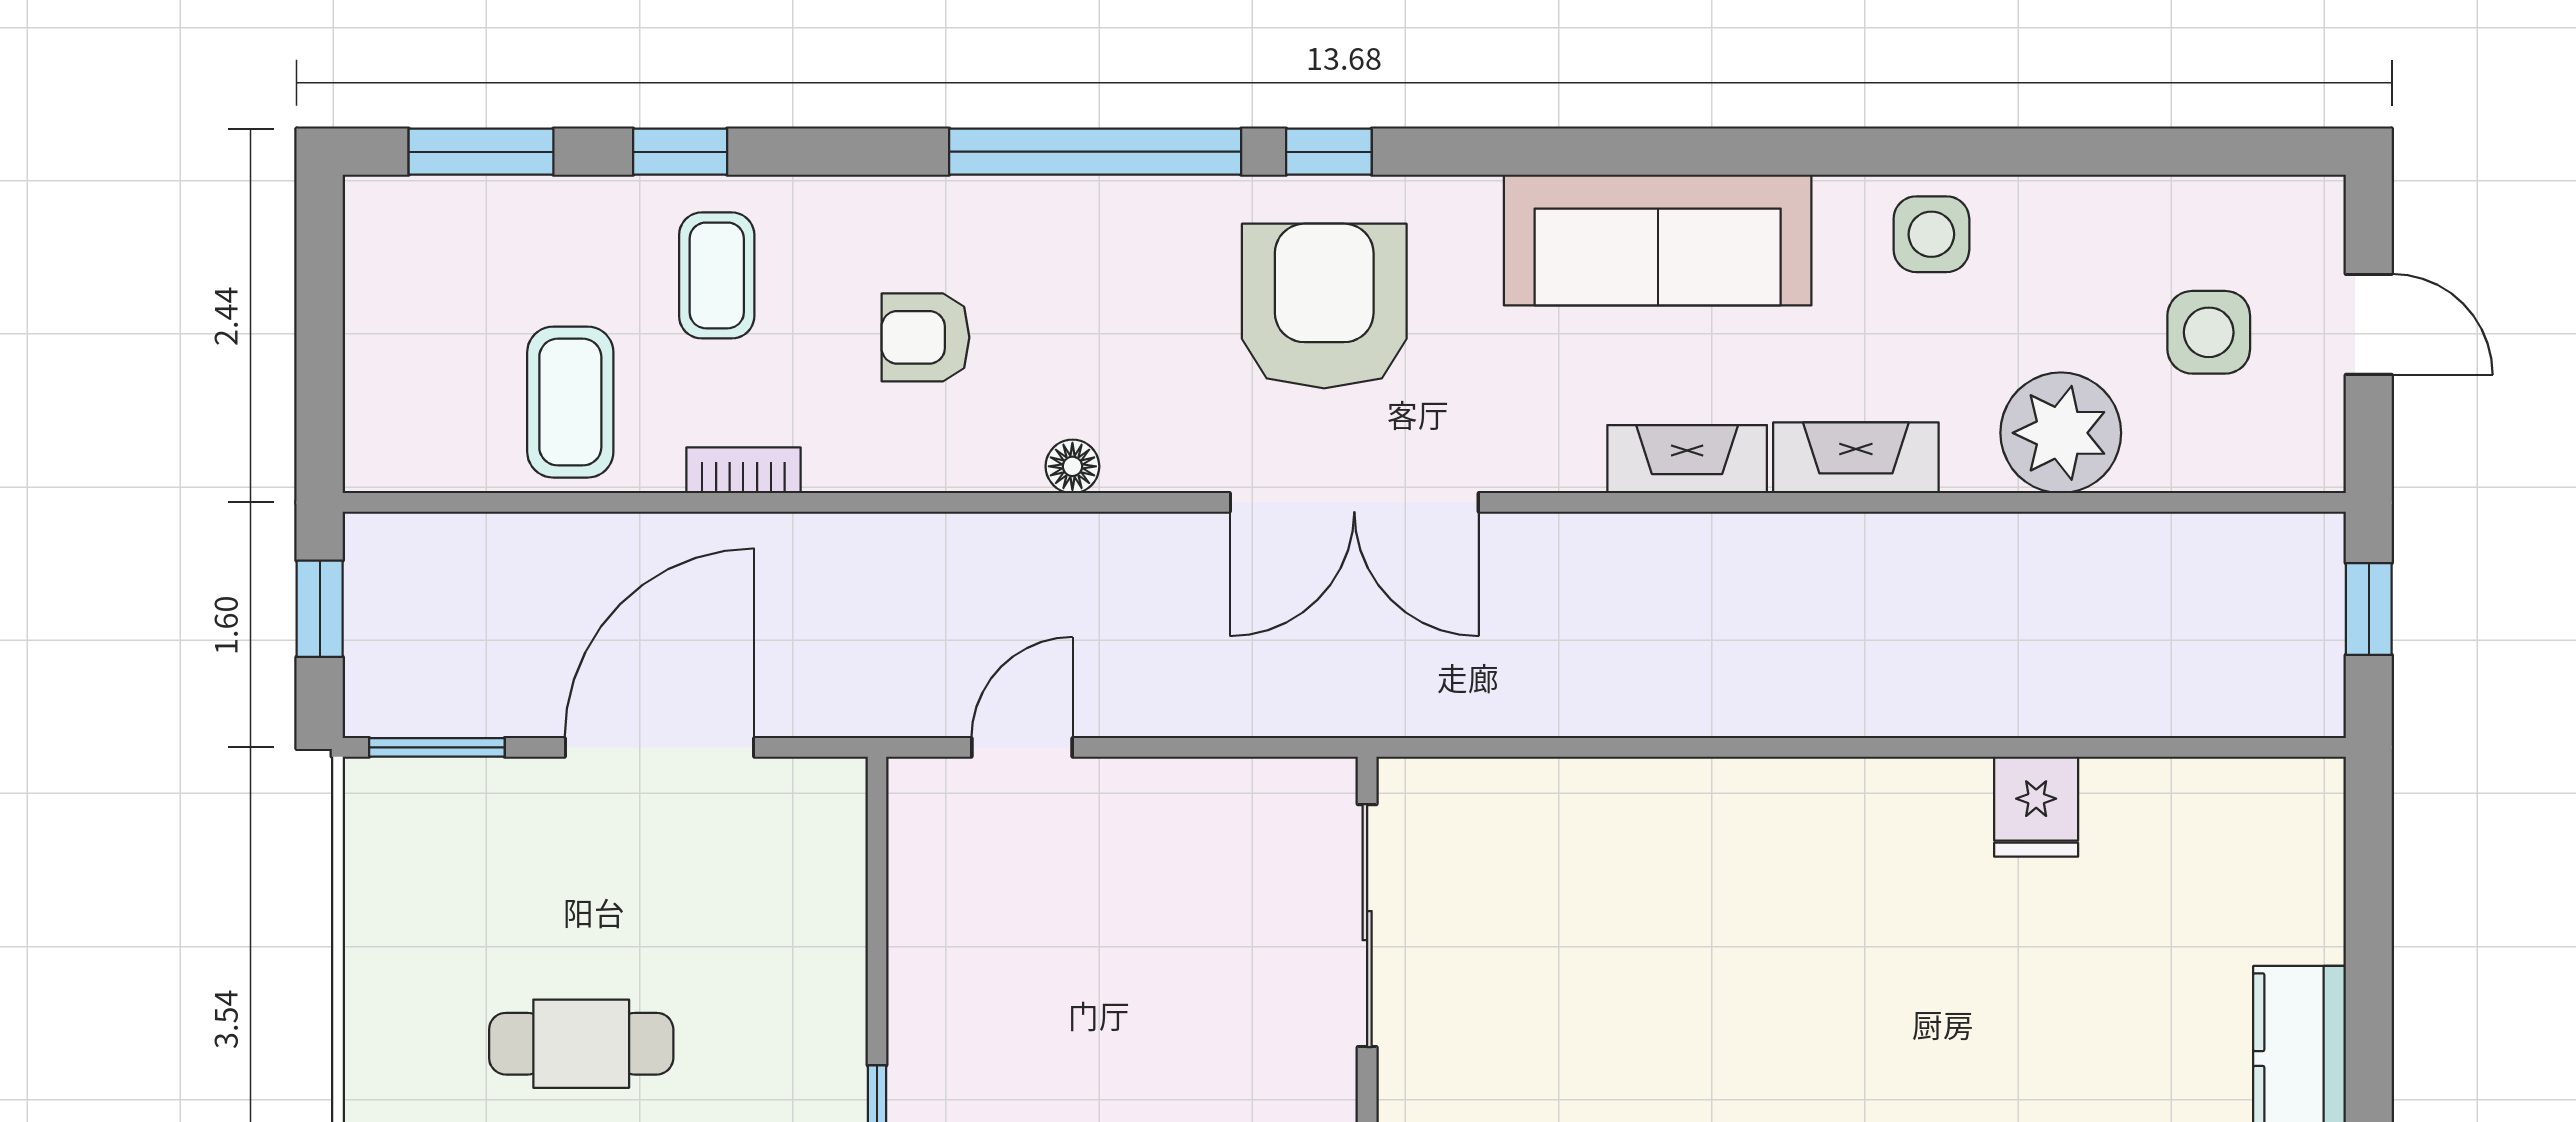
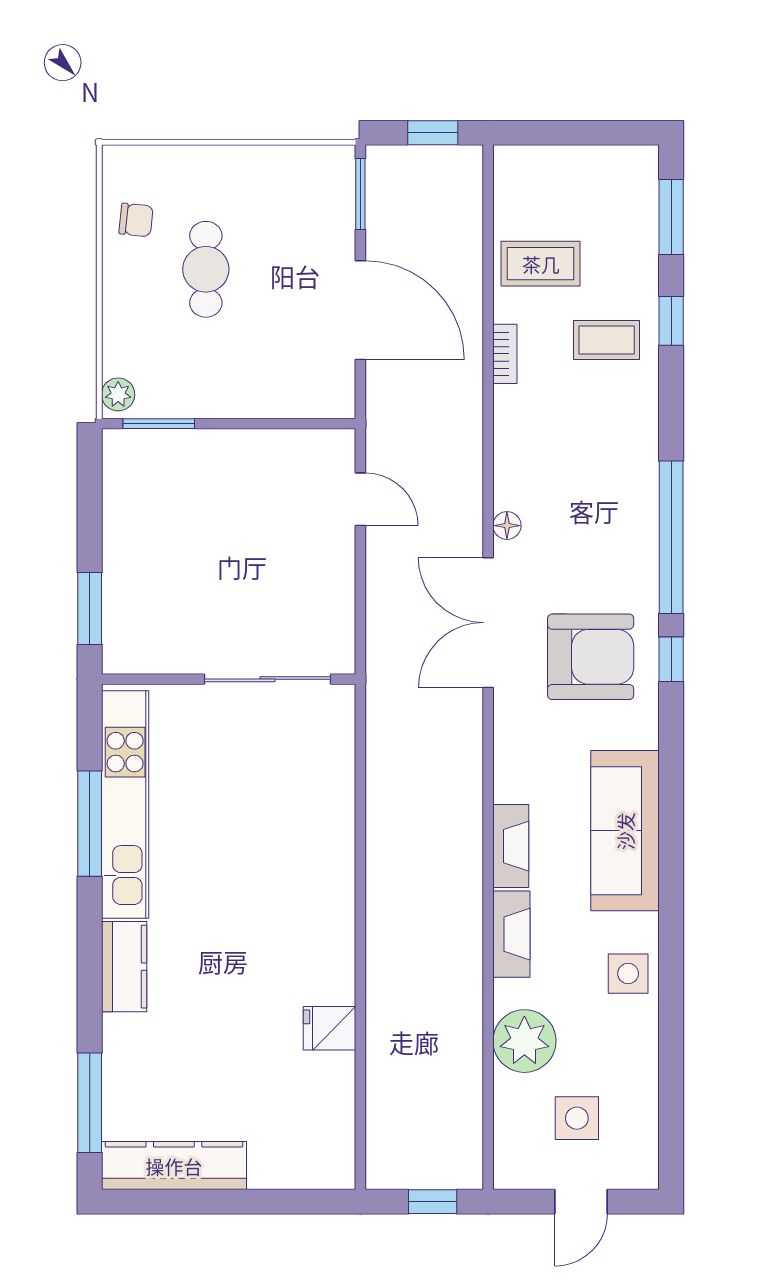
armchair: (925, 337) -> (574, 449), removed
double door: (1354, 502) -> (488, 623), moved

